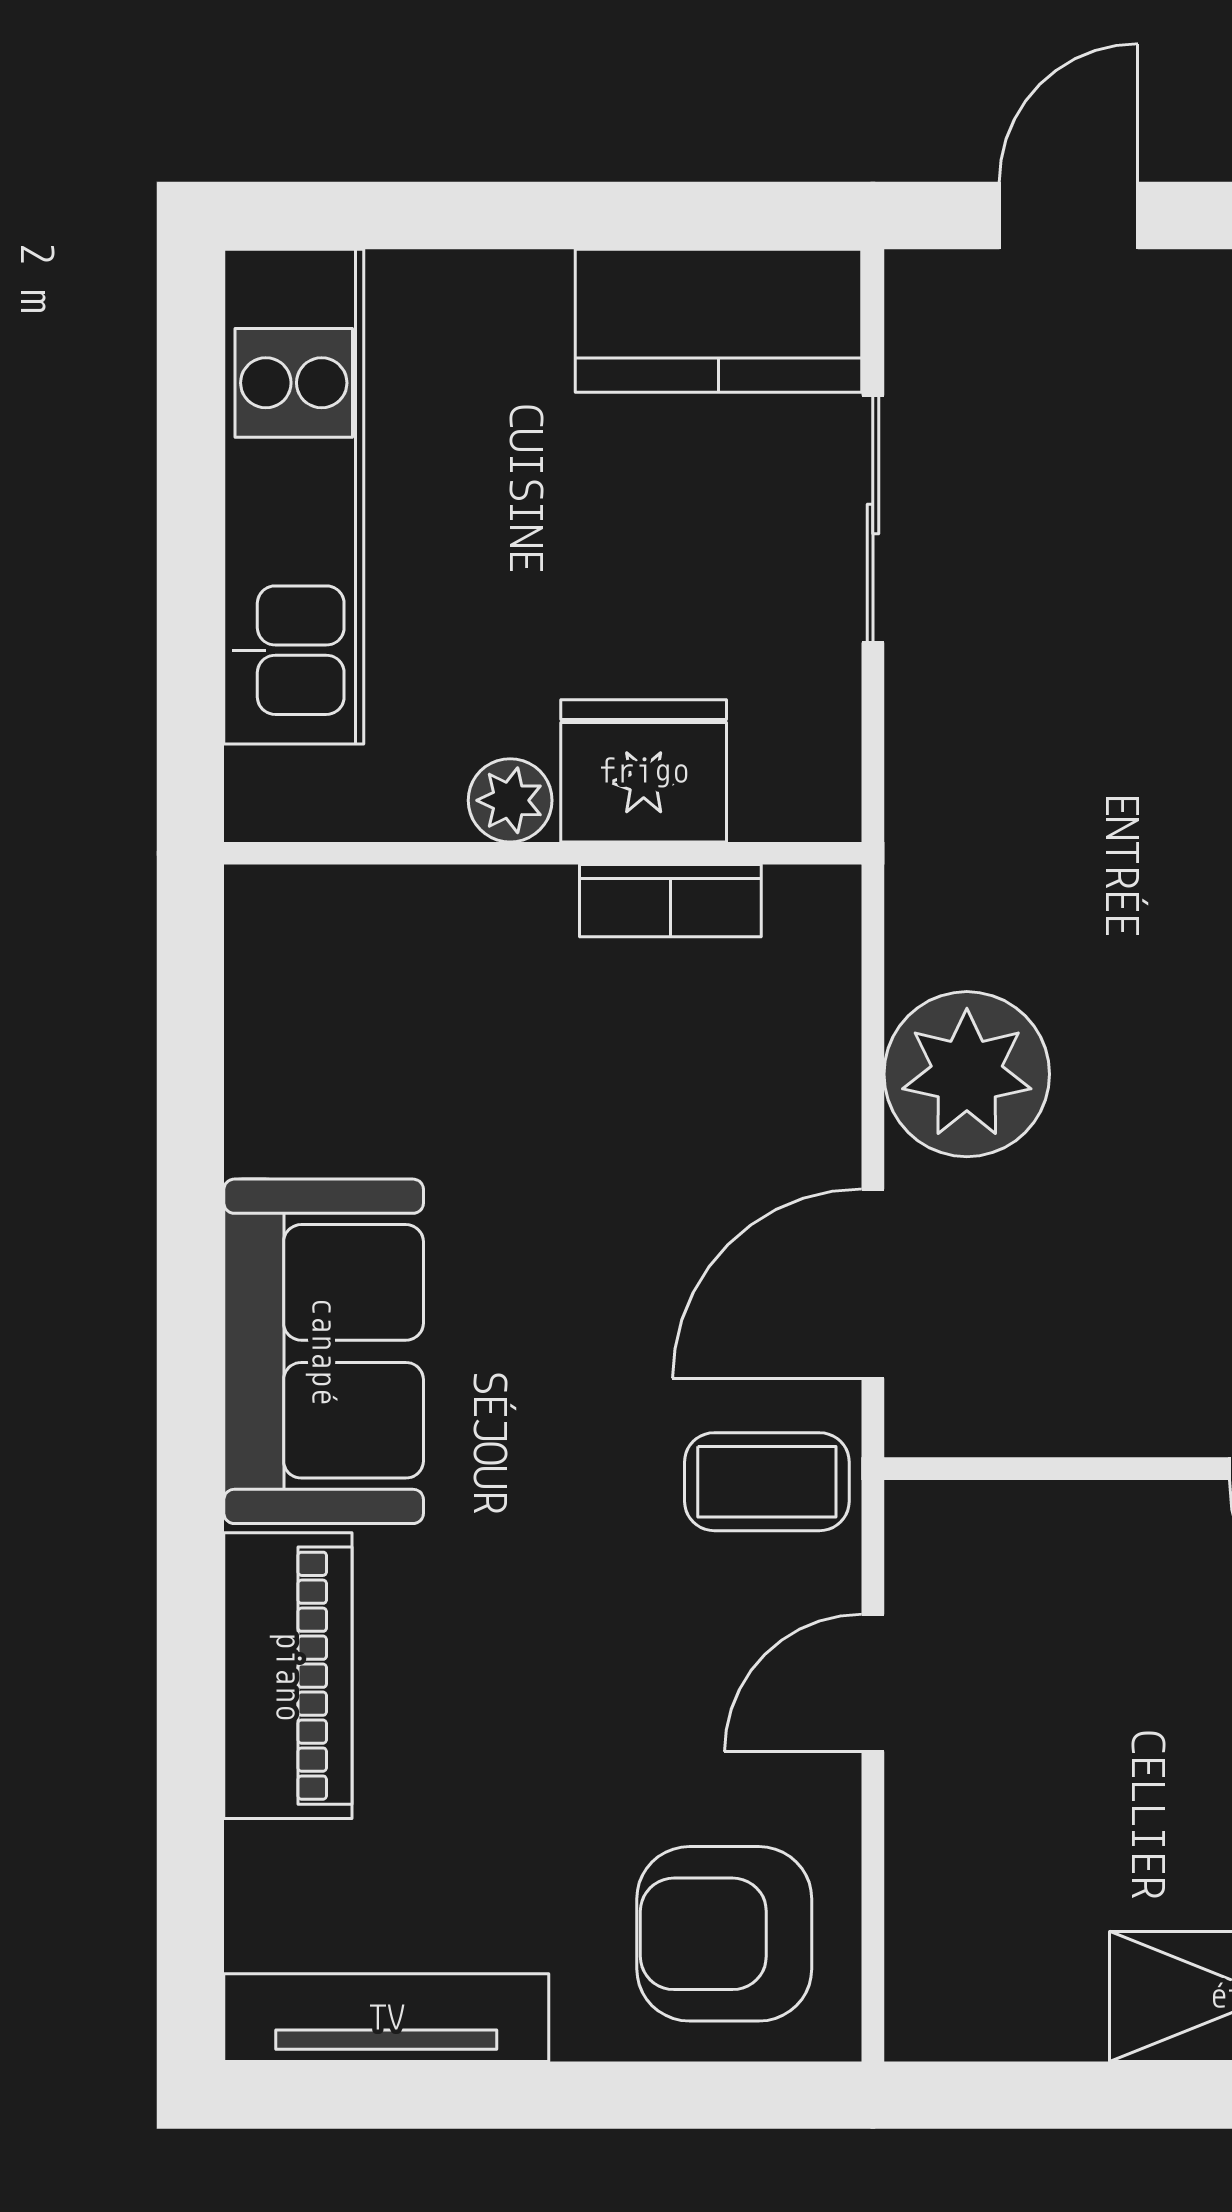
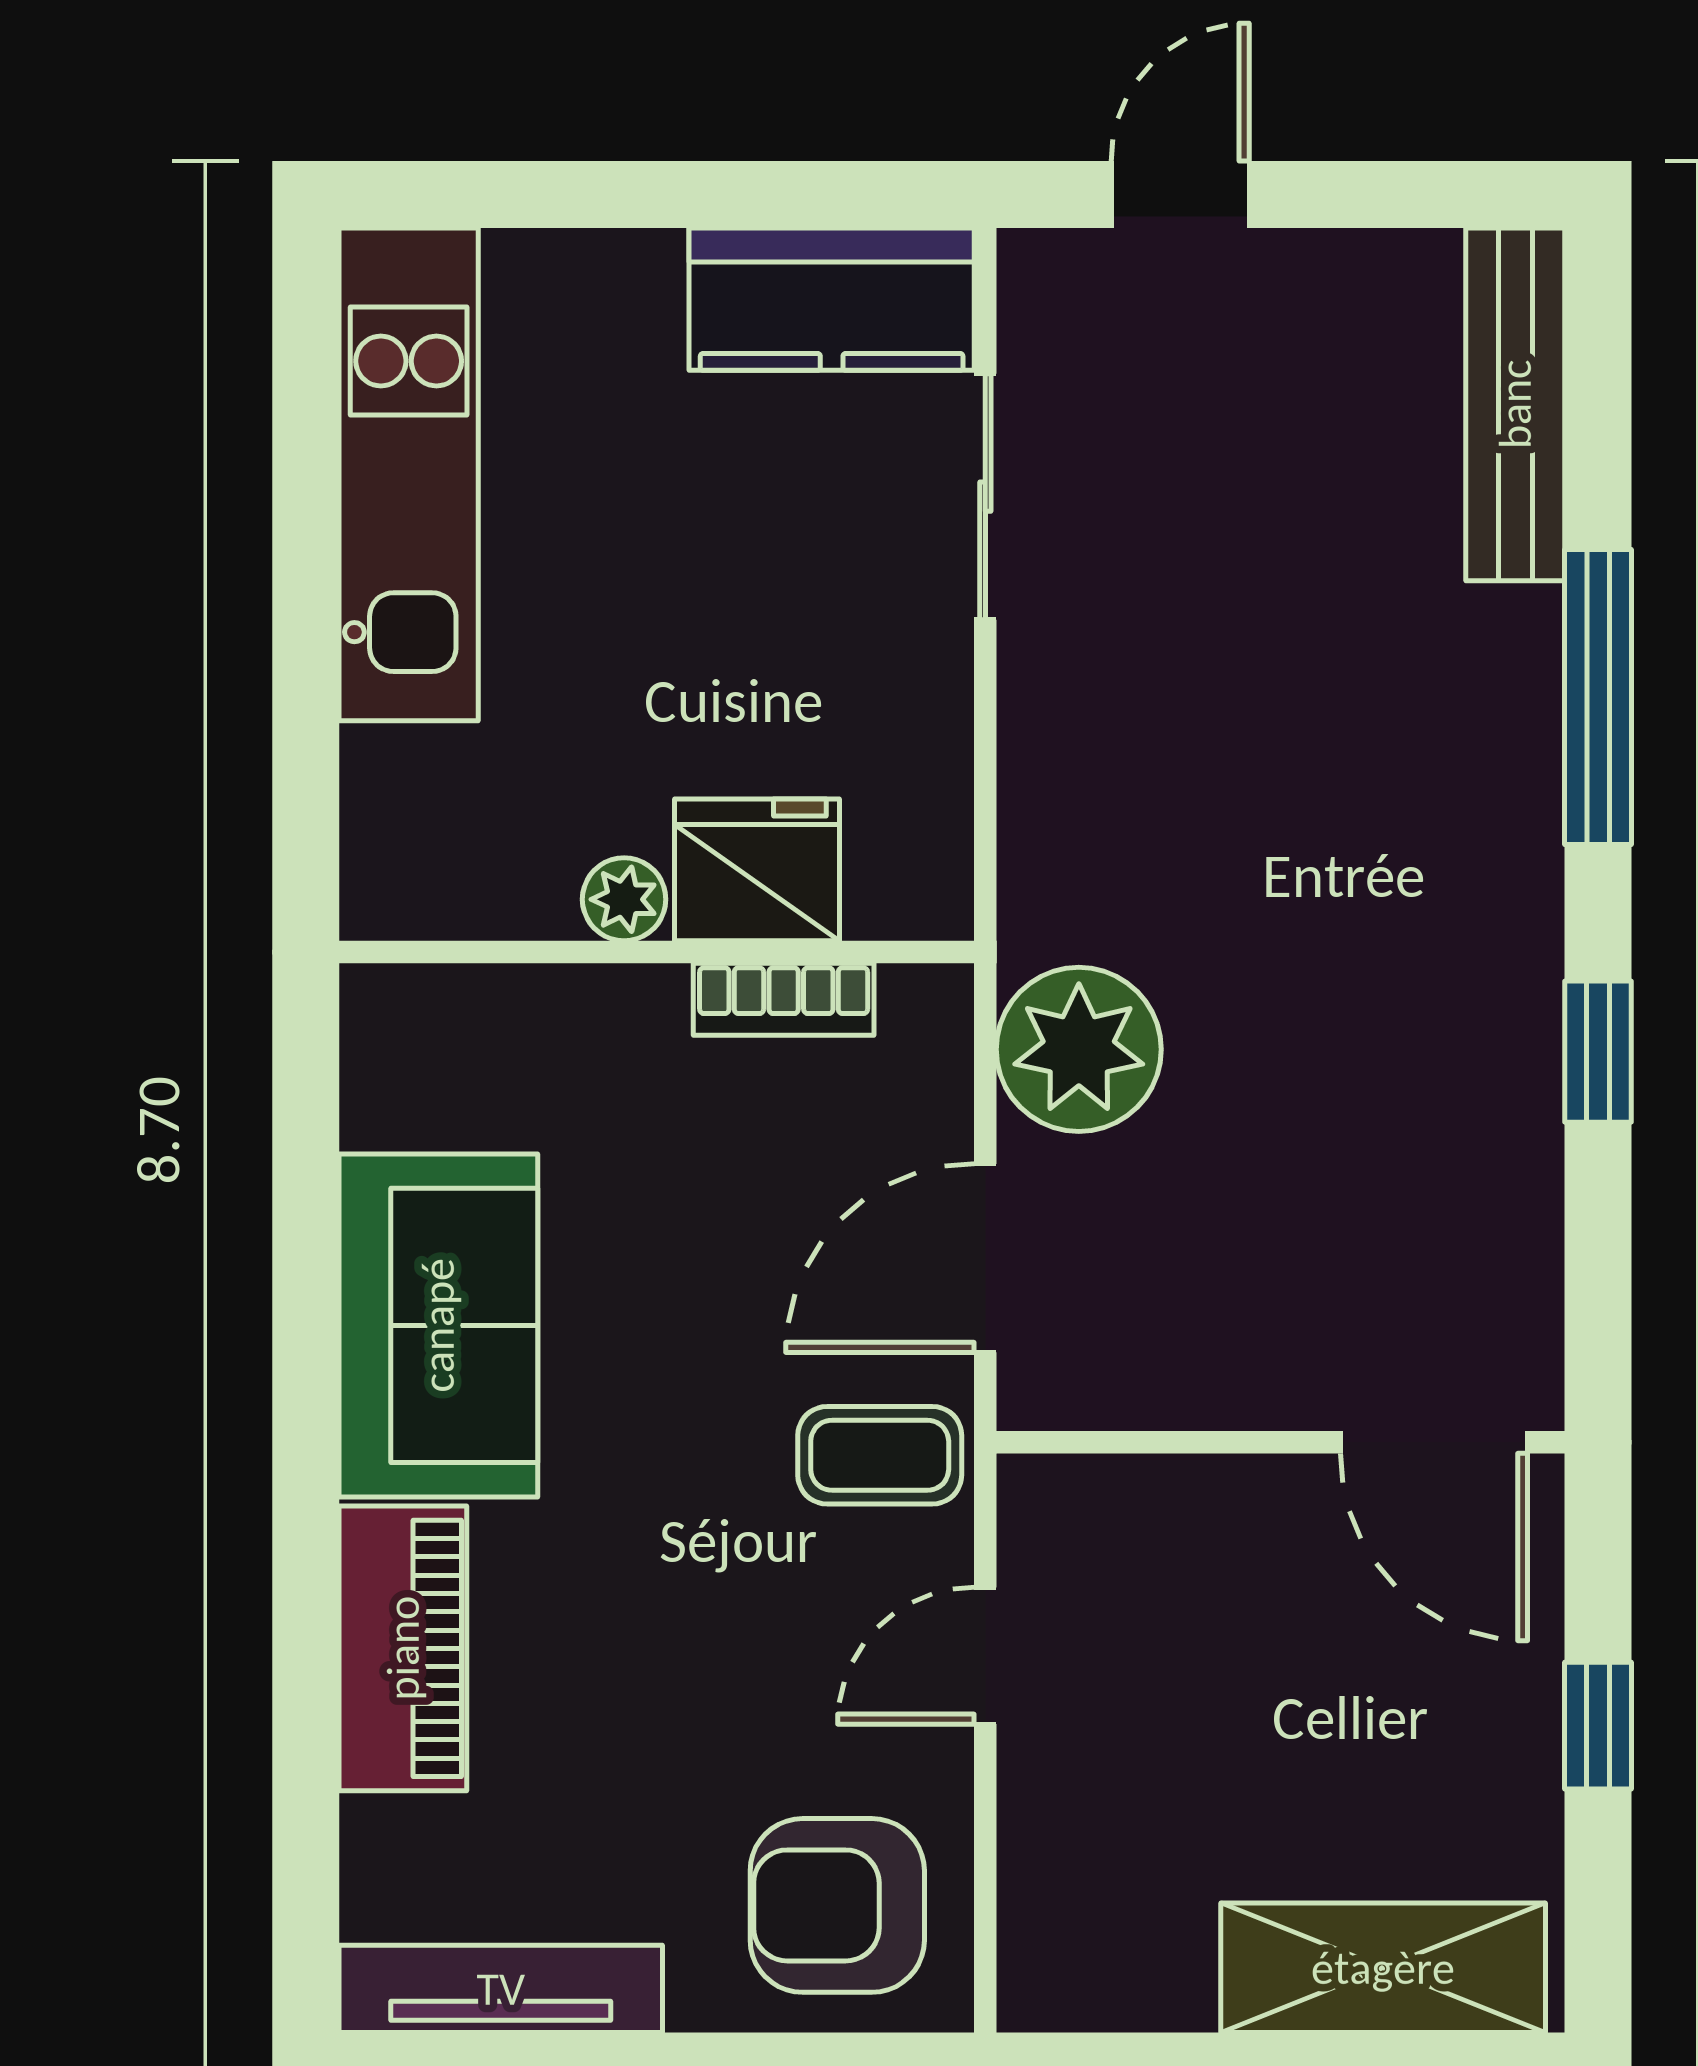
fridge: (644, 771) -> (757, 870), moved
plant: (510, 800) -> (624, 899), moved
wall: (543, 853) -> (657, 952), moved
bookcase: (670, 901) -> (784, 999), moved

